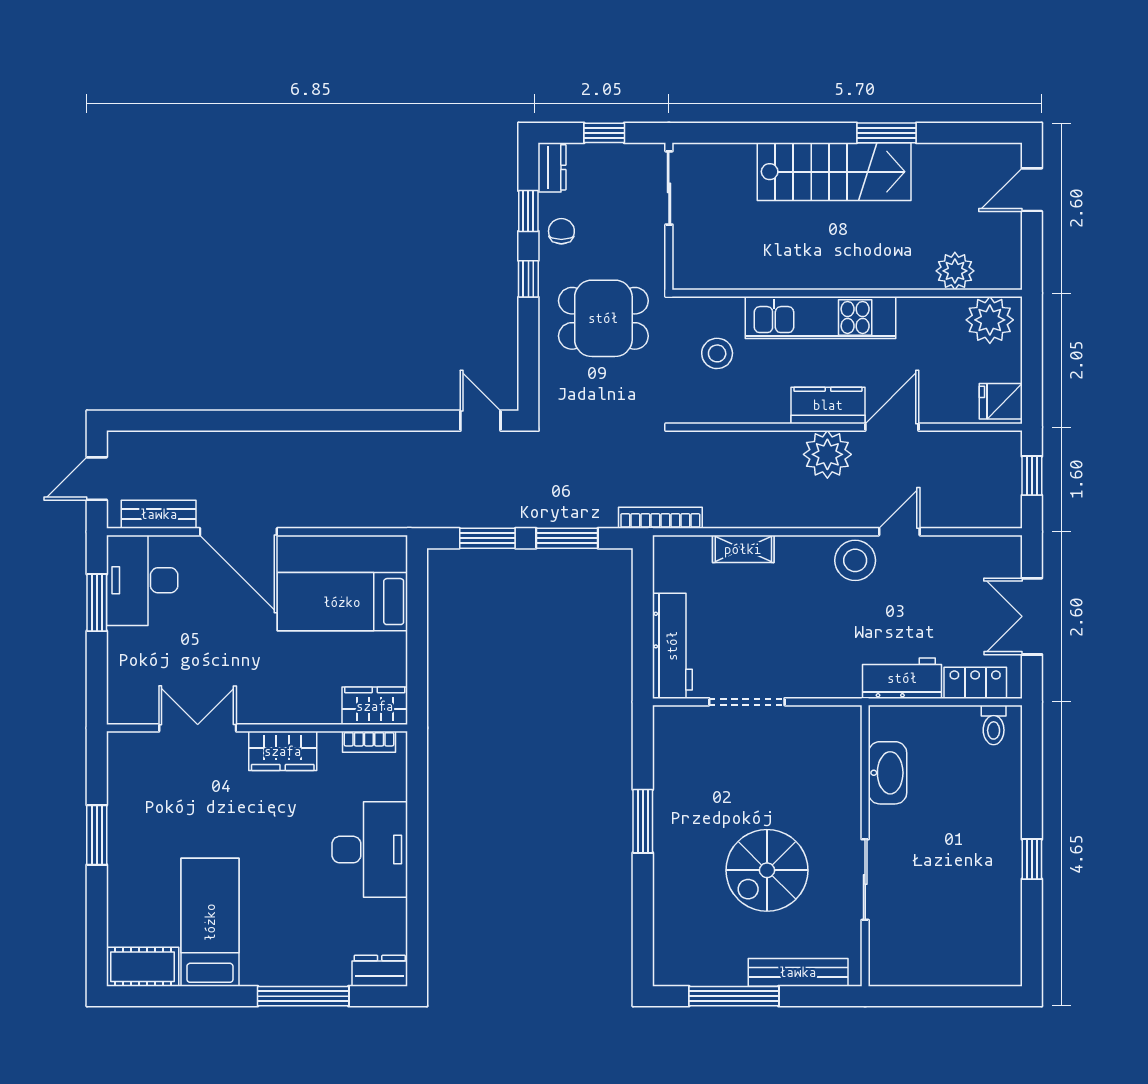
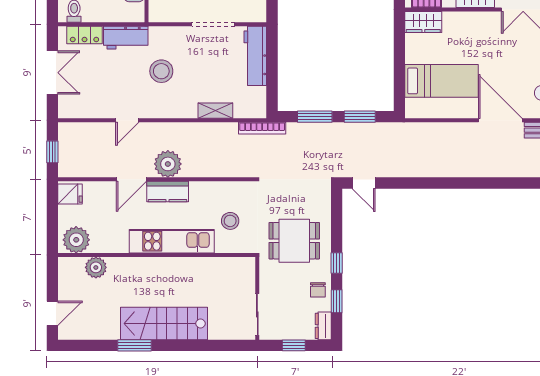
stool: (855, 560) -> (161, 71), moved

